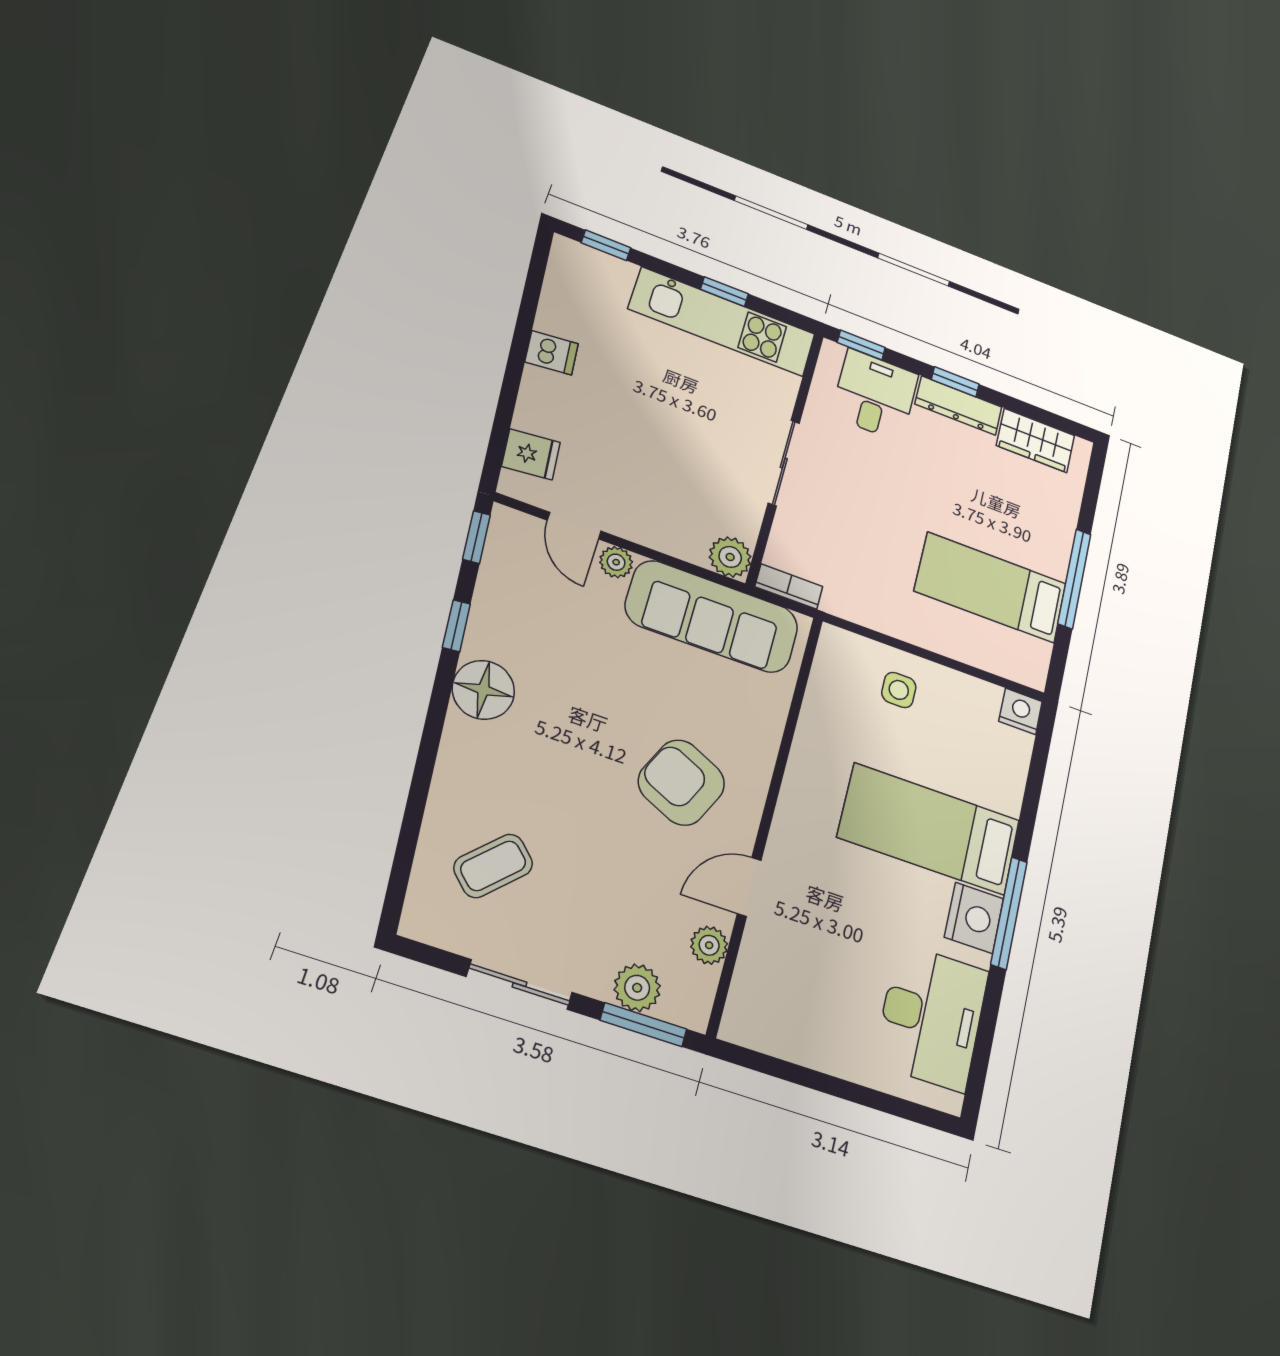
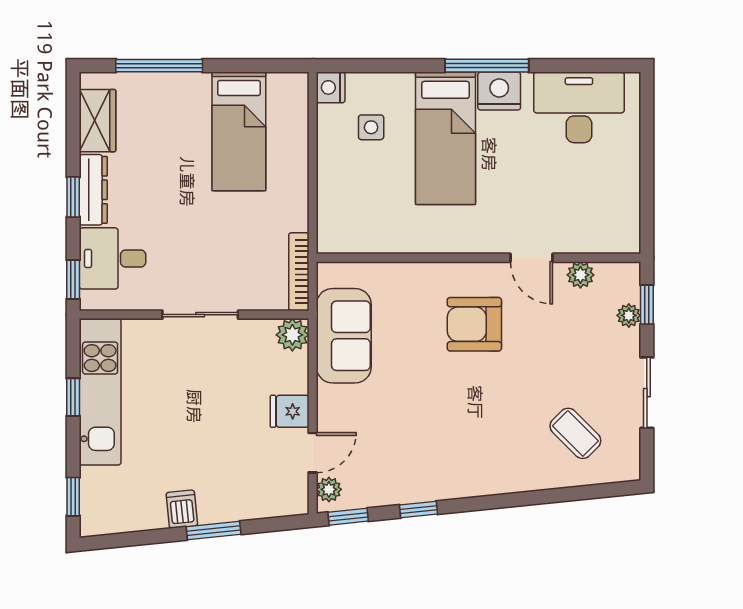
window: (513, 377) -> (214, 531), added
fridge: (531, 454) -> (290, 411), moved, turned -84
plant: (616, 562) -> (329, 489), moved
window: (1074, 579) -> (159, 66), moved
bookcase: (789, 587) -> (299, 272), width x1.56
sofa: (712, 616) -> (344, 336), width x0.73
floor lamp: (483, 690) -> (457, 477), removed
side table: (899, 690) -> (371, 127), moved
armchair: (681, 782) -> (474, 324), turned 65
plant: (637, 988) -> (629, 315), width x0.73, depth x0.73
window: (643, 1025) -> (647, 305), width x0.67

